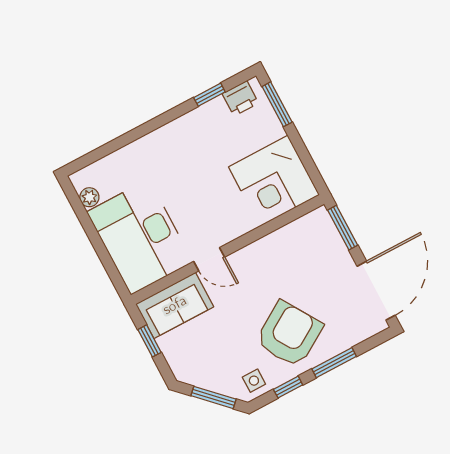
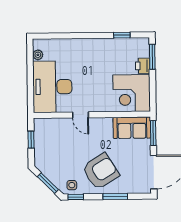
printer: (240, 98) -> (143, 66), moved, turned 90
sofa: (175, 305) -> (132, 128), moved
window: (288, 387) -> (76, 197), moved

